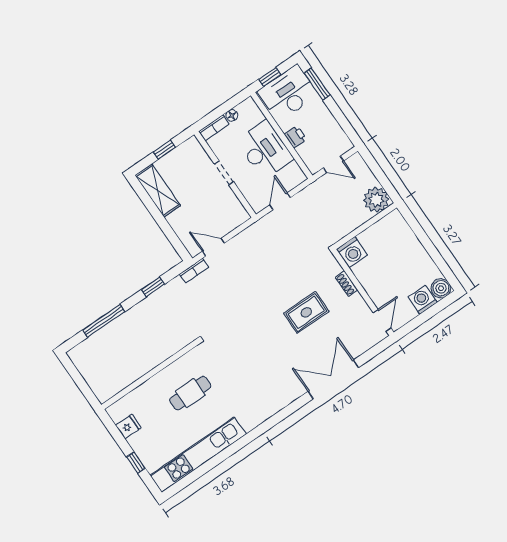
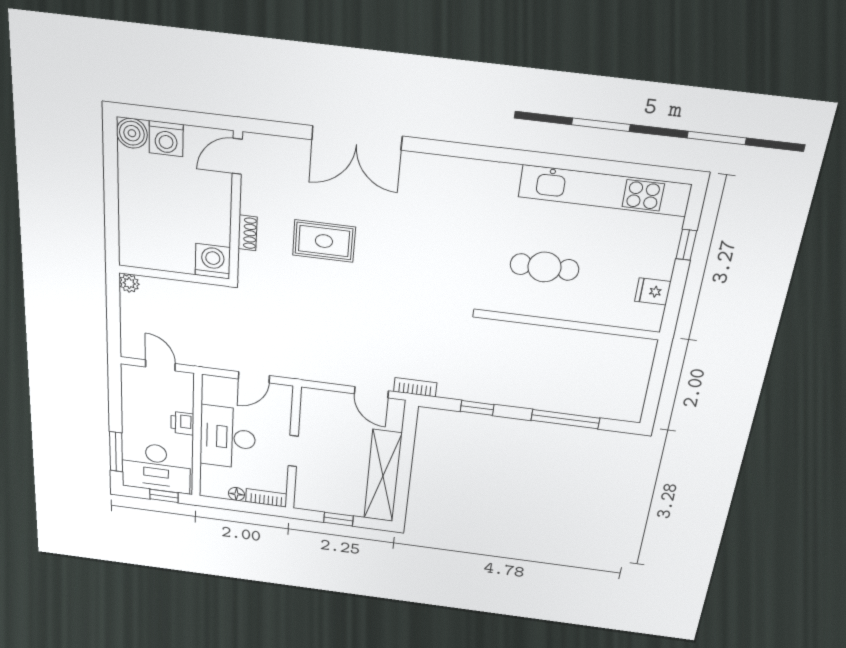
shelving: (158, 190) -> (383, 476), width x1.47
plant: (376, 200) -> (129, 283), width x0.53, depth x0.53

